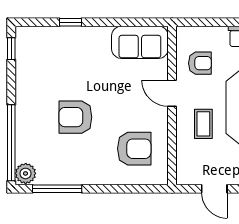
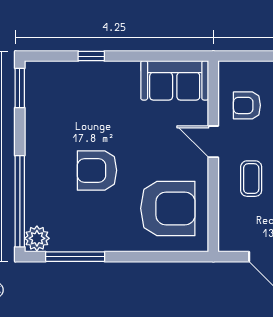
window: (11, 49) -> (20, 88), width x1.50
armchair: (200, 63) -> (247, 105), turned 180
armchair: (134, 149) -> (168, 208), width x1.36, depth x1.36

